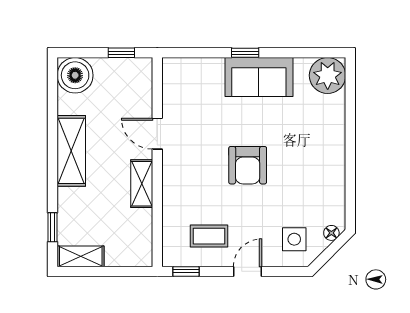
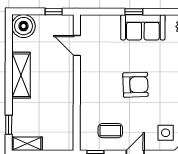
door: (157, 134) -> (77, 46), moved
armchair: (248, 165) -> (135, 85), turned -92
shelving: (142, 184) -> (67, 97), removed

